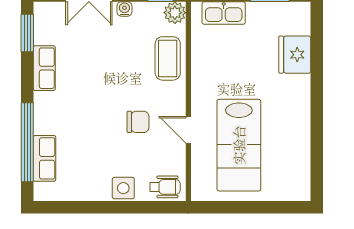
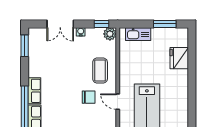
coffee table: (168, 58) -> (100, 71), moved
row of seats: (44, 68) -> (34, 91), moved

